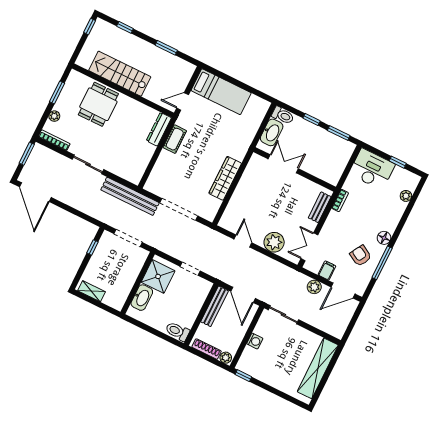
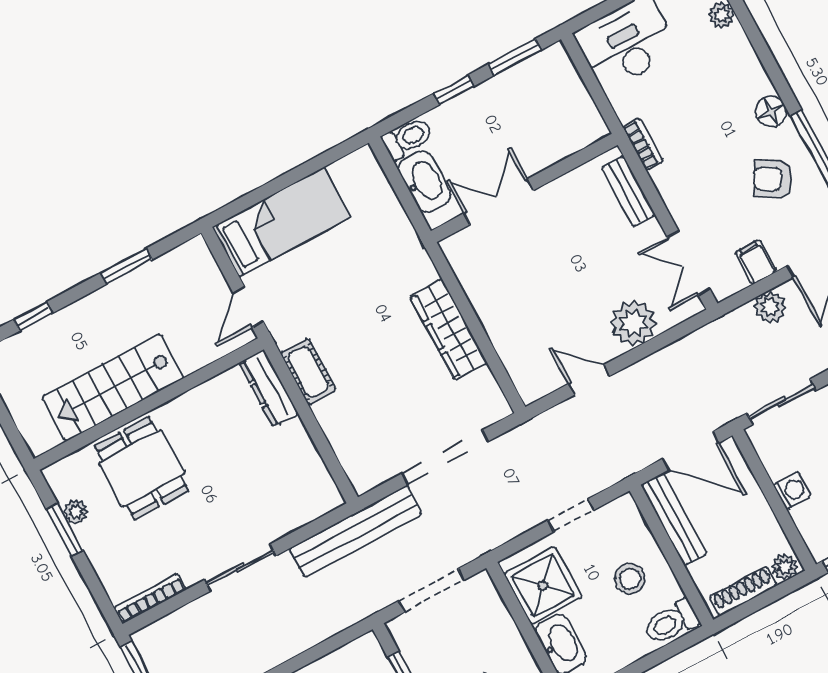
plant: (54, 116) -> (76, 512), moved
stool: (182, 306) -> (630, 579), added

